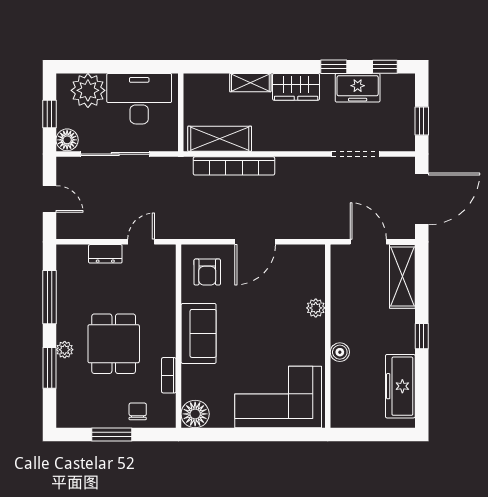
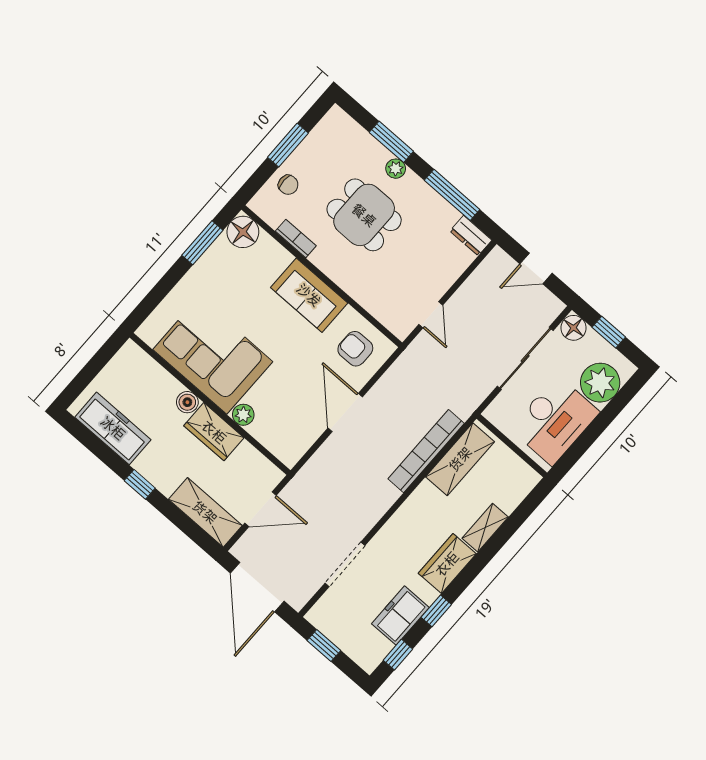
dresser: (105, 254) -> (471, 236), moved, turned -90
wardrobe: (344, 317) -> (214, 432), added
corner sofa: (278, 397) -> (213, 356), moved, turned -90
window: (226, 434) -> (202, 243), added

